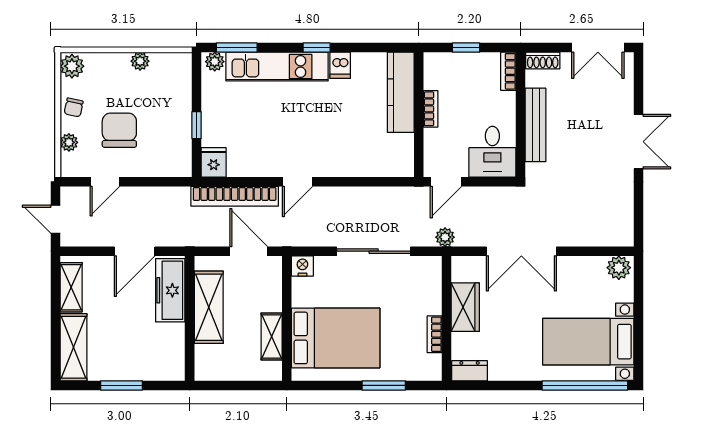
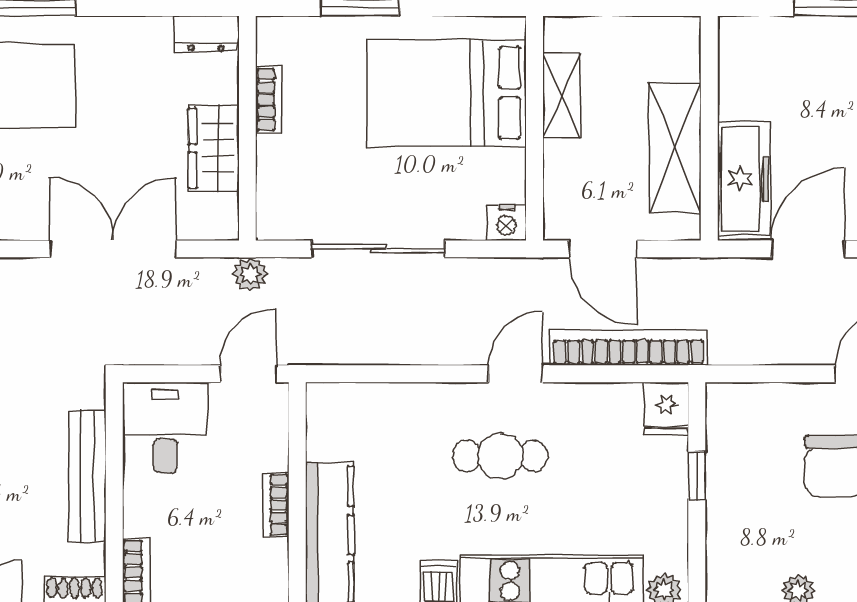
cafe table: (306, 136) -> (500, 456), added

